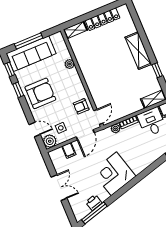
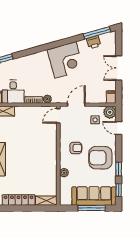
armchair: (81, 106) -> (76, 148), moved
filing cabinet: (69, 150) -> (111, 97), moved

